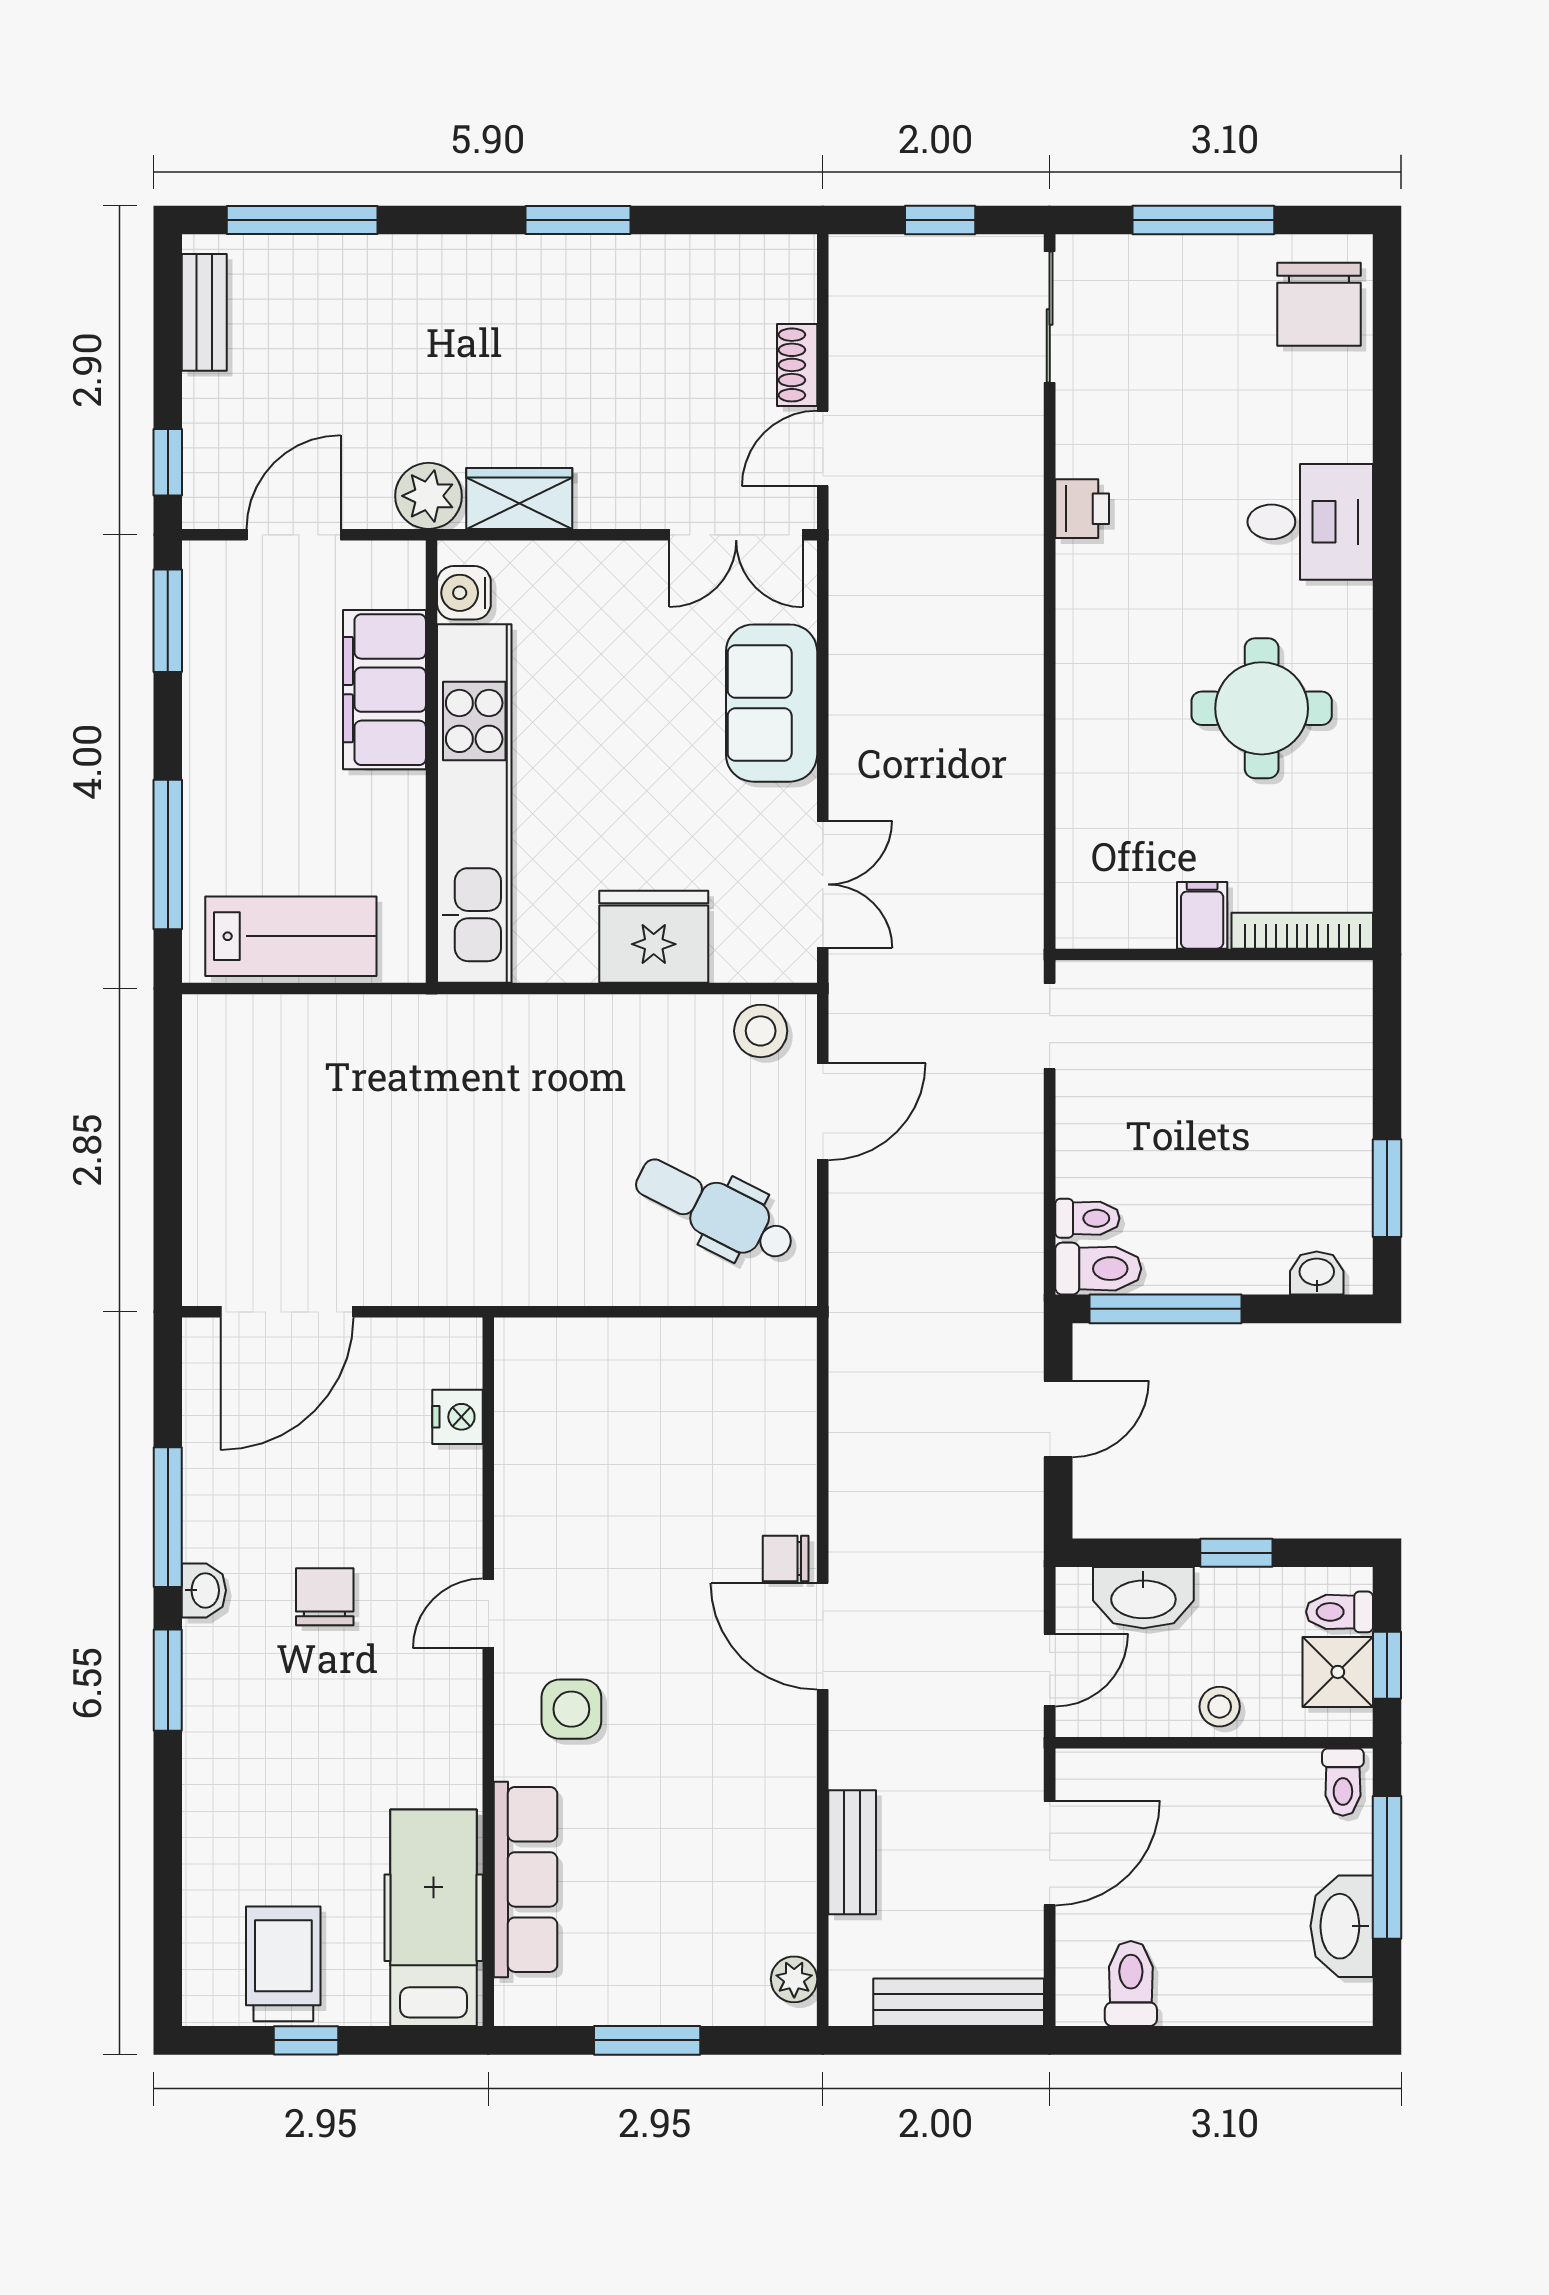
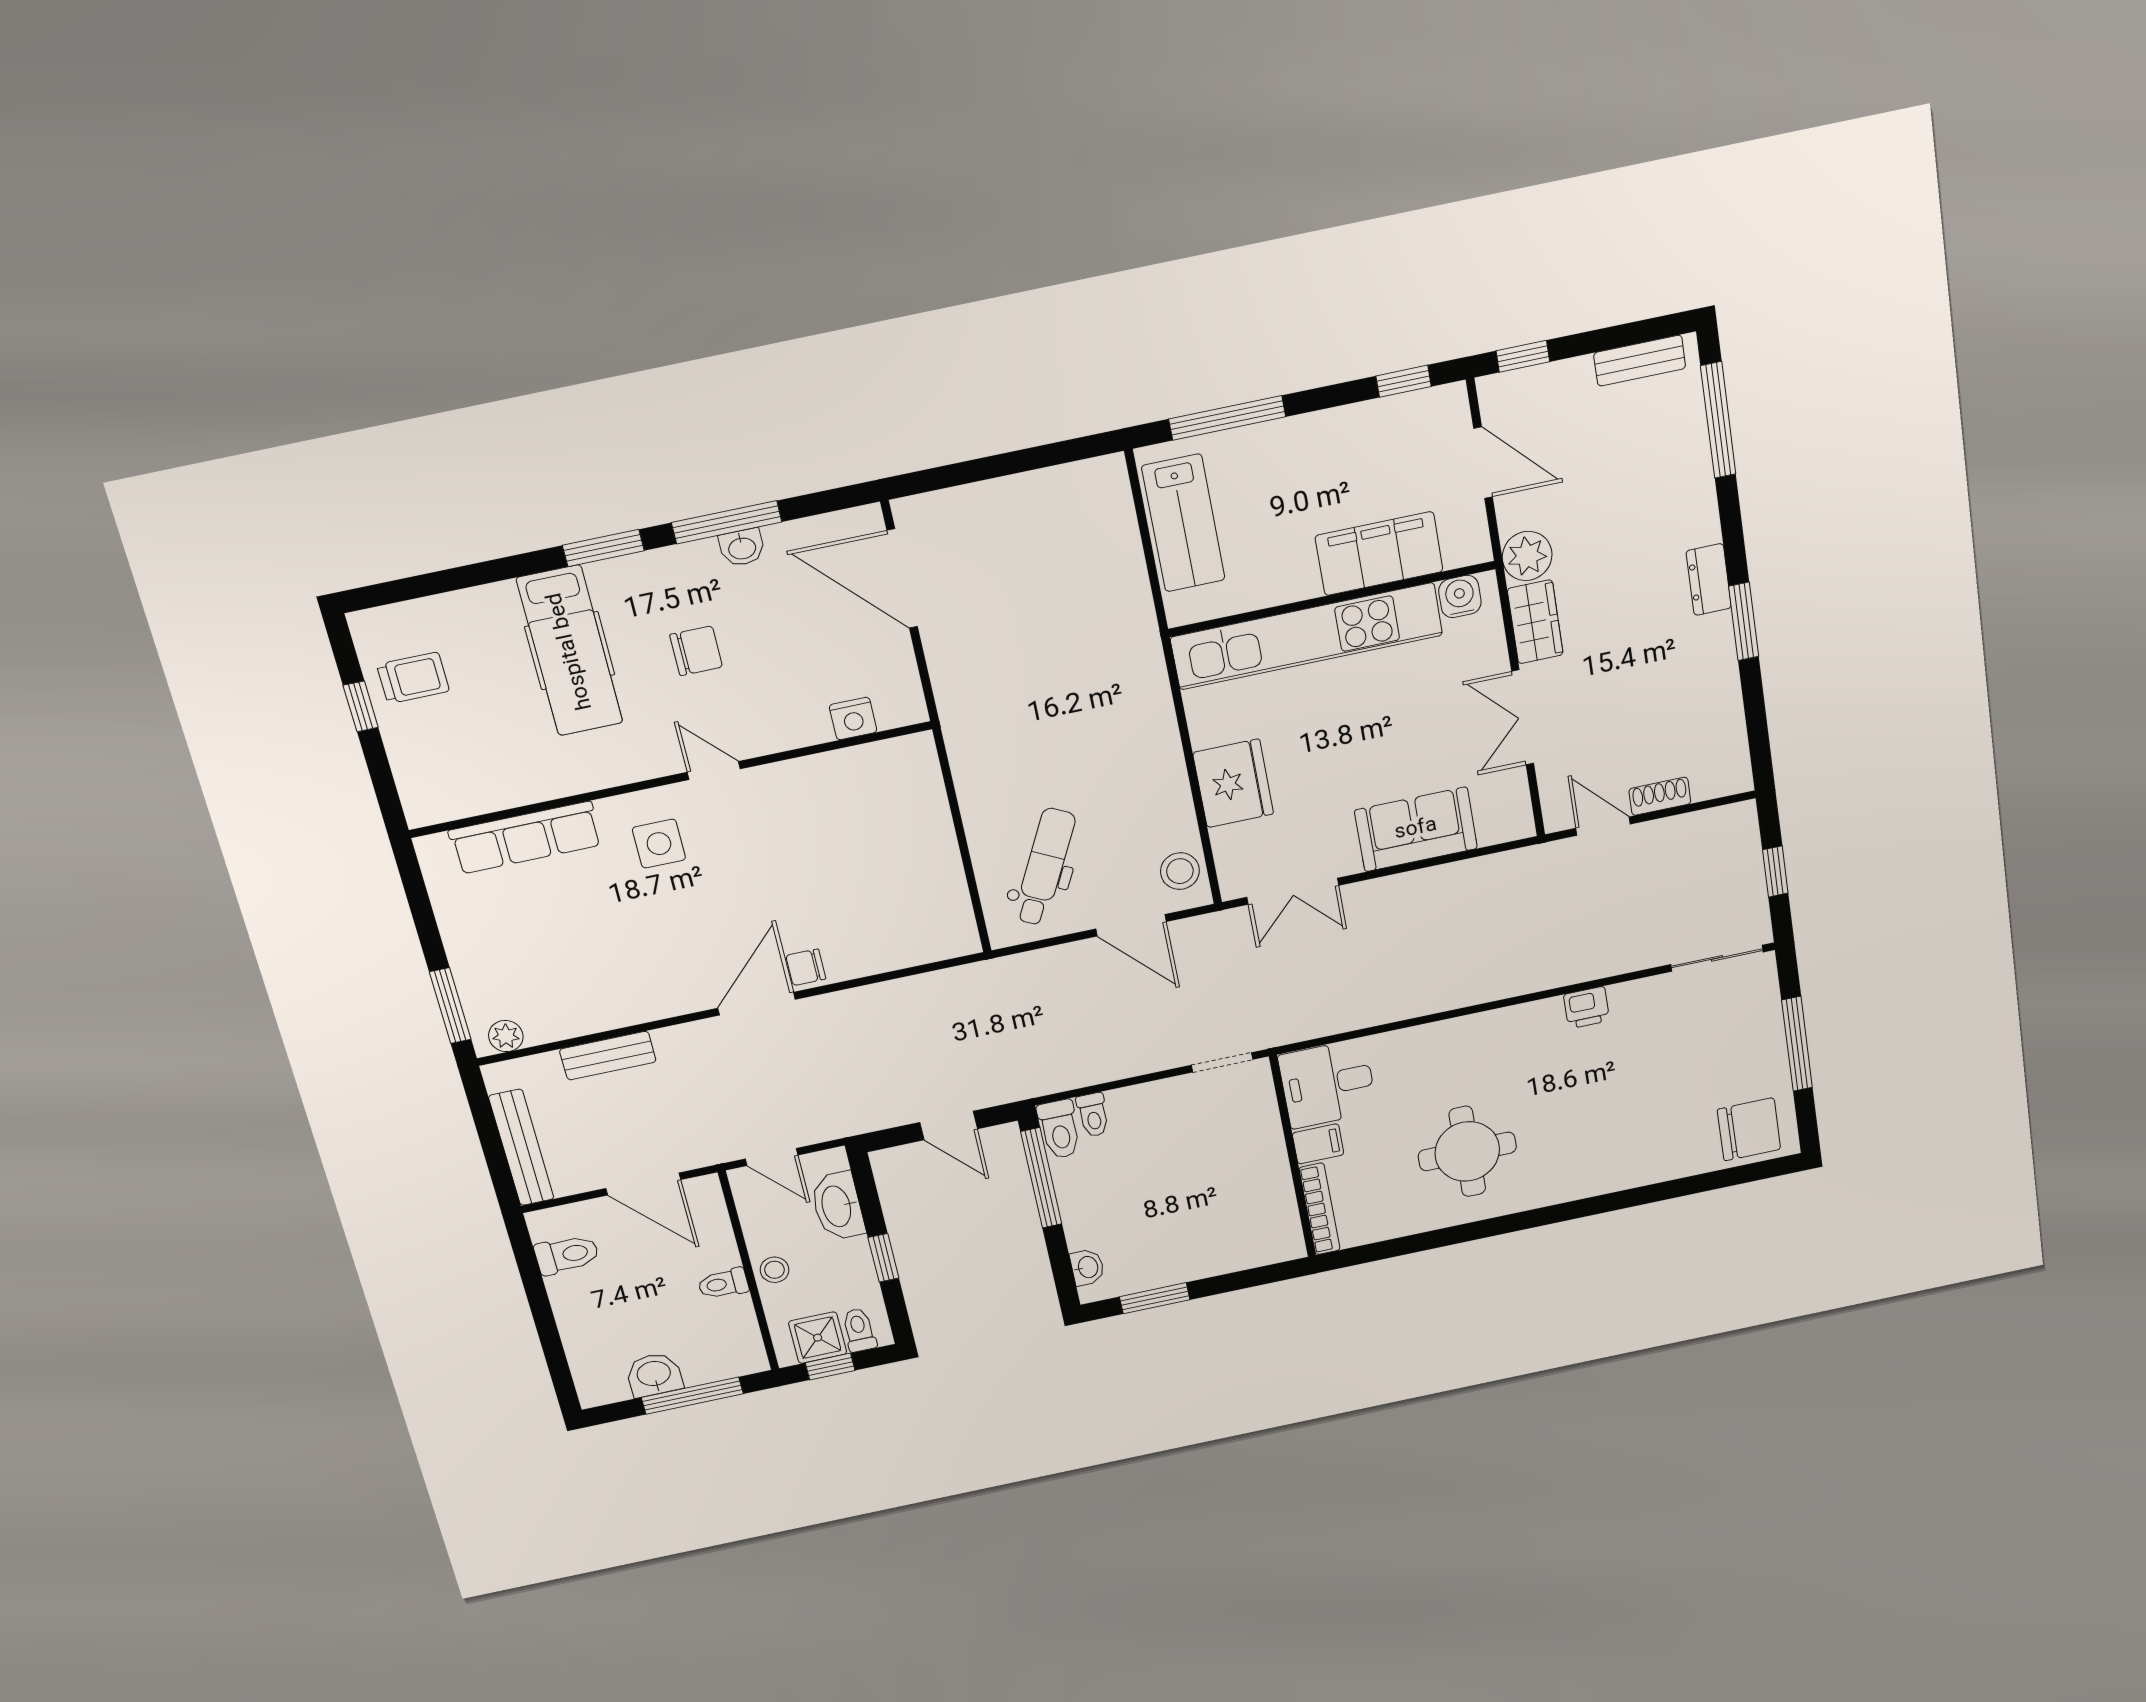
dresser: (511, 260) -> (1709, 580), added
chair: (1319, 304) -> (1749, 1129), turned 180
desk: (1310, 522) -> (1328, 1084), moved, turned 90
double door: (736, 535) -> (1523, 718), moved
window: (168, 621) -> (1404, 381), width x0.67
chair: (786, 1559) -> (806, 967), turned -90
washbasin: (204, 1590) -> (742, 548), moved
toilet: (1343, 1782) -> (723, 1284), moved
hospital bed: (434, 1918) -> (570, 651), moved, turned 90
washbasin: (1342, 1926) -> (654, 1375), width x0.72
trolley: (283, 1964) -> (413, 678), width x0.73, depth x0.72
window: (647, 2040) -> (450, 1006), moved

